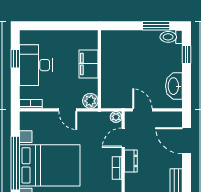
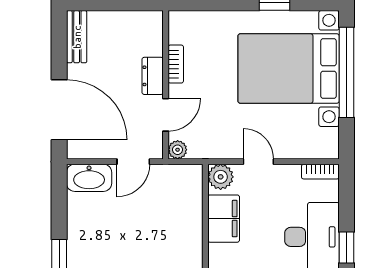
filing cabinet: (89, 64) -> (224, 219), moved
washbasin: (174, 86) -> (89, 178), moved, turned 90
door: (142, 110) -> (133, 162), hinge flipped
door: (186, 141) -> (59, 110), width x1.36

